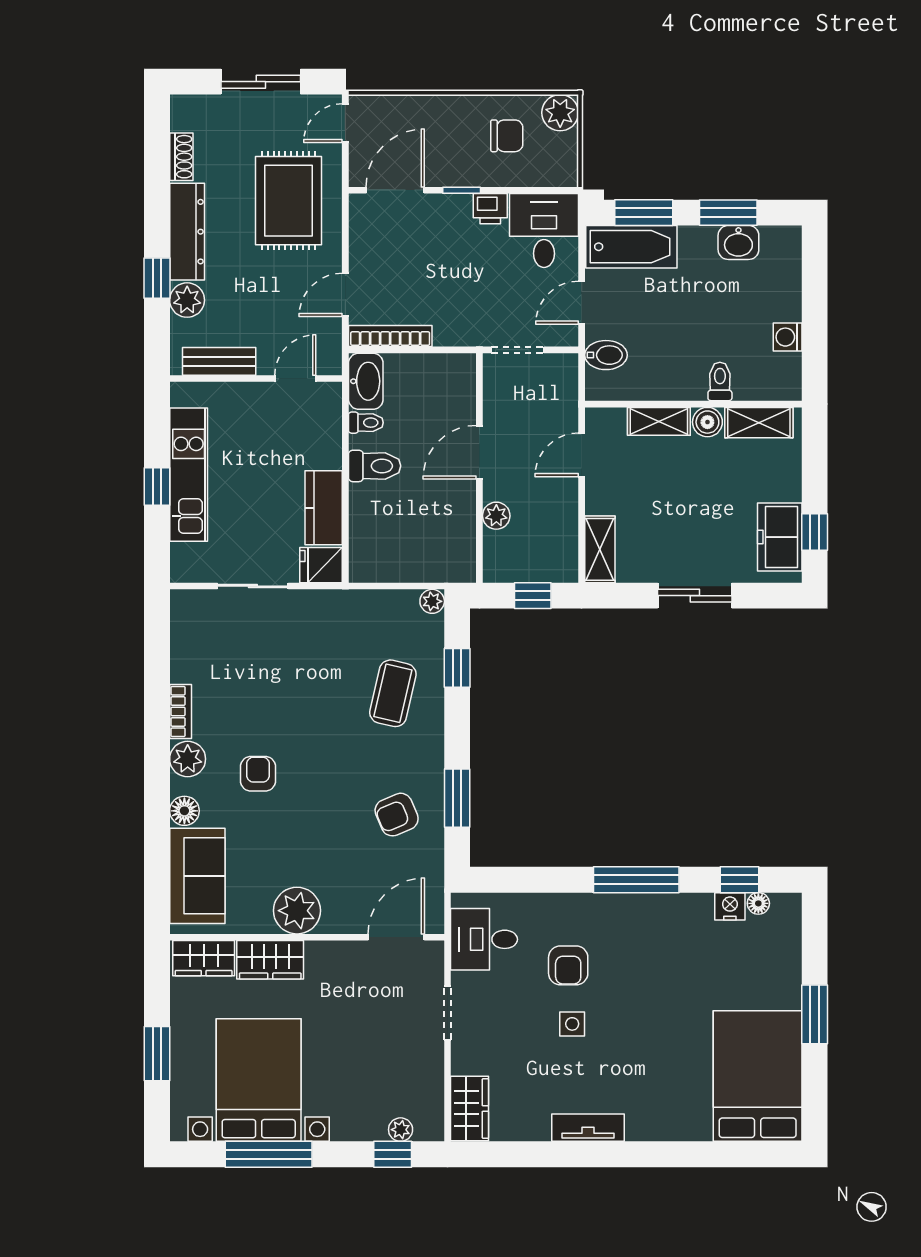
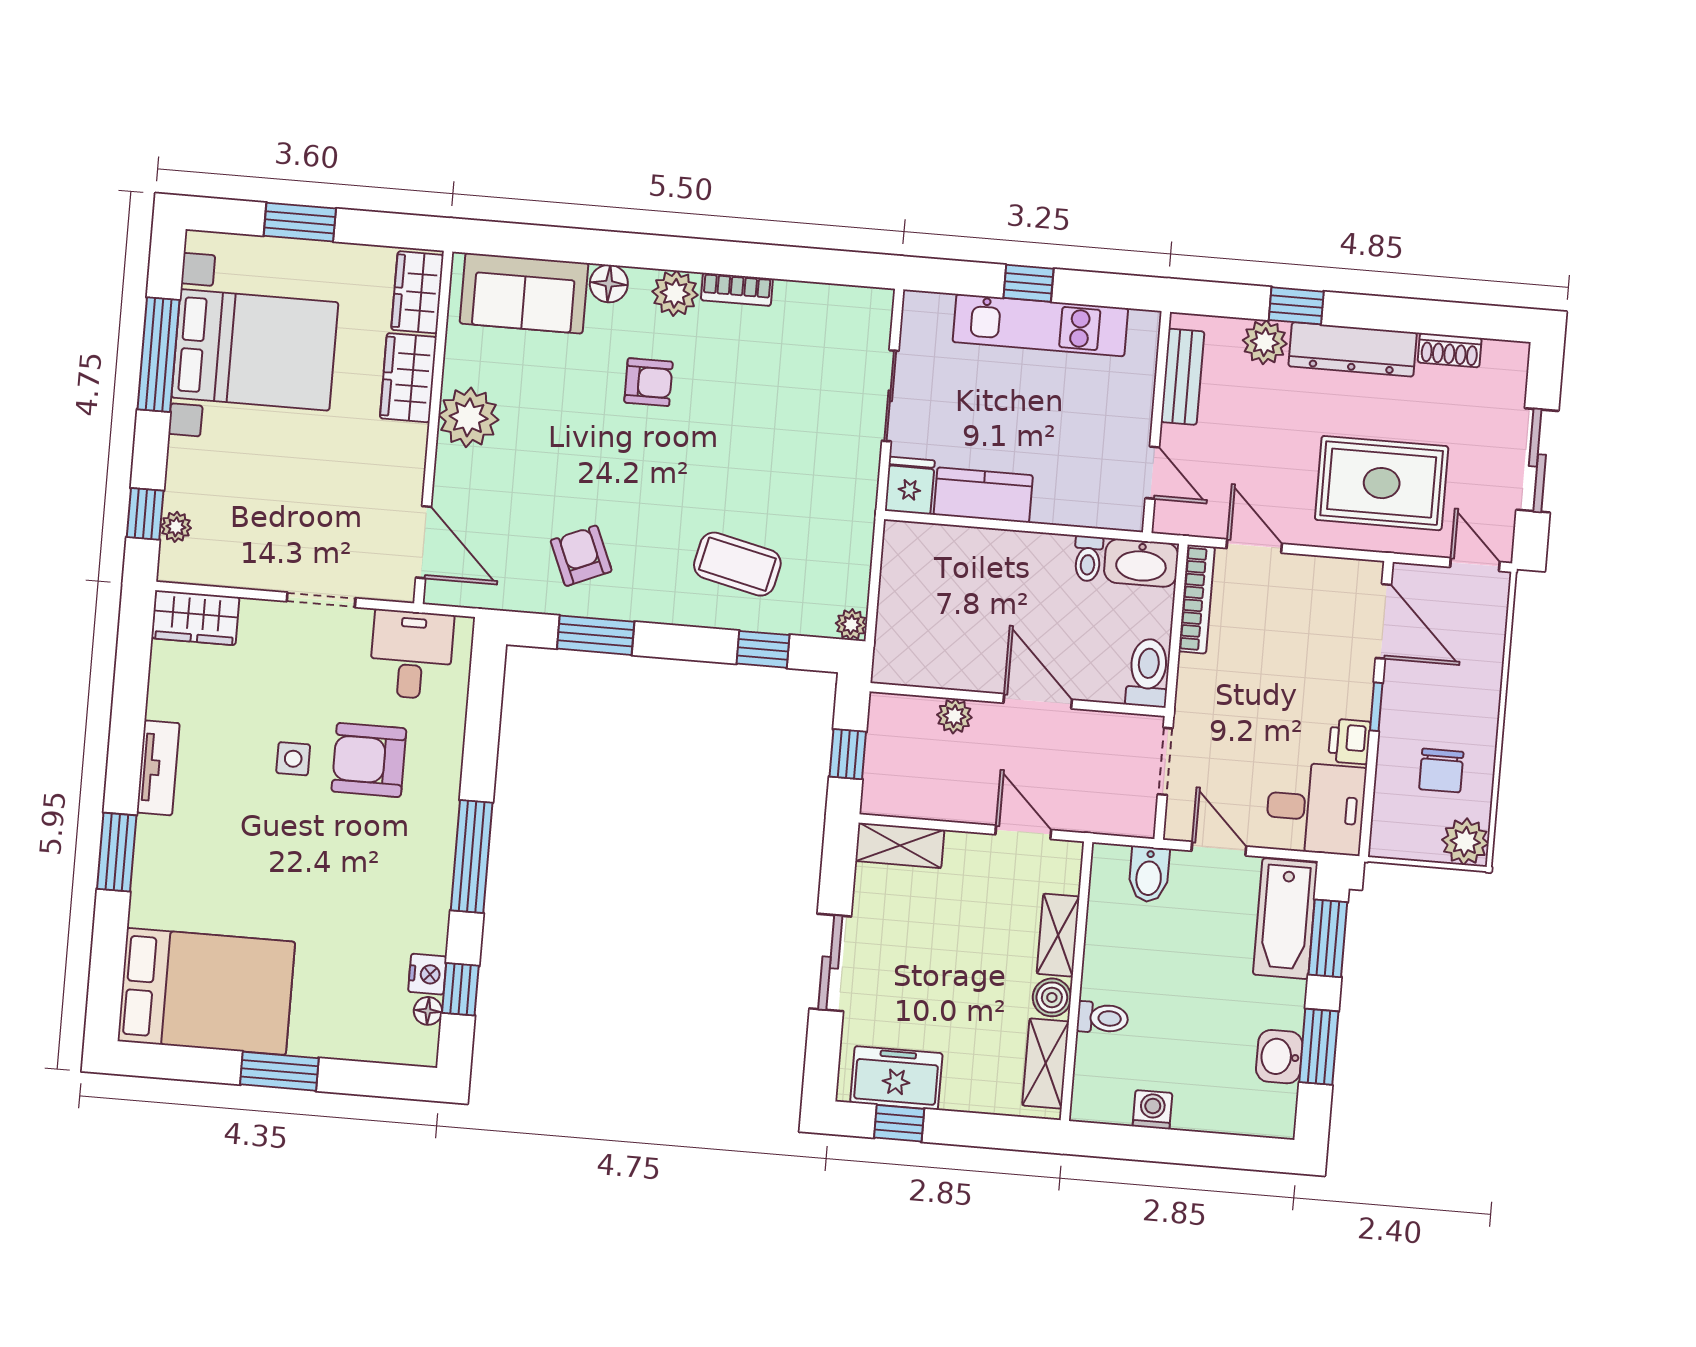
toilet: (375, 466) -> (1148, 673), moved, turned 180
armchair: (568, 965) -> (369, 760), width x1.38, depth x1.38
window: (656, 1154) -> (117, 852), added

